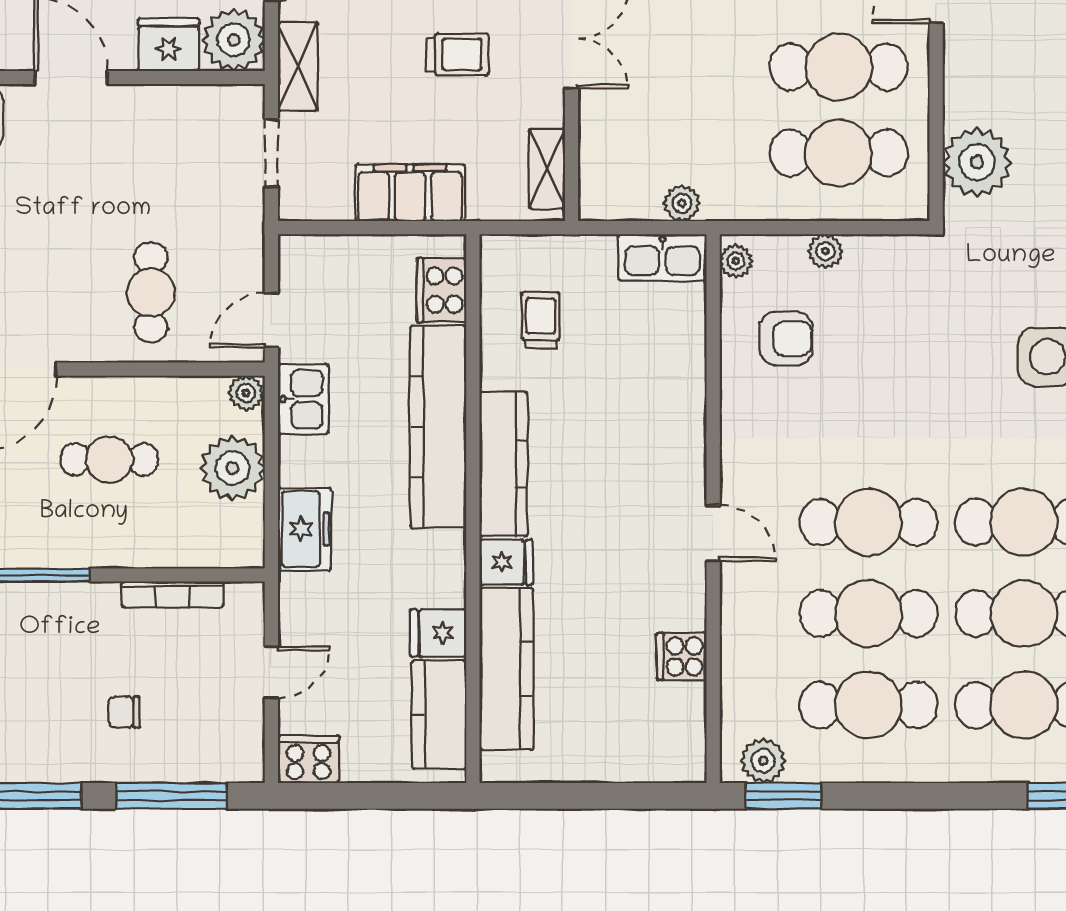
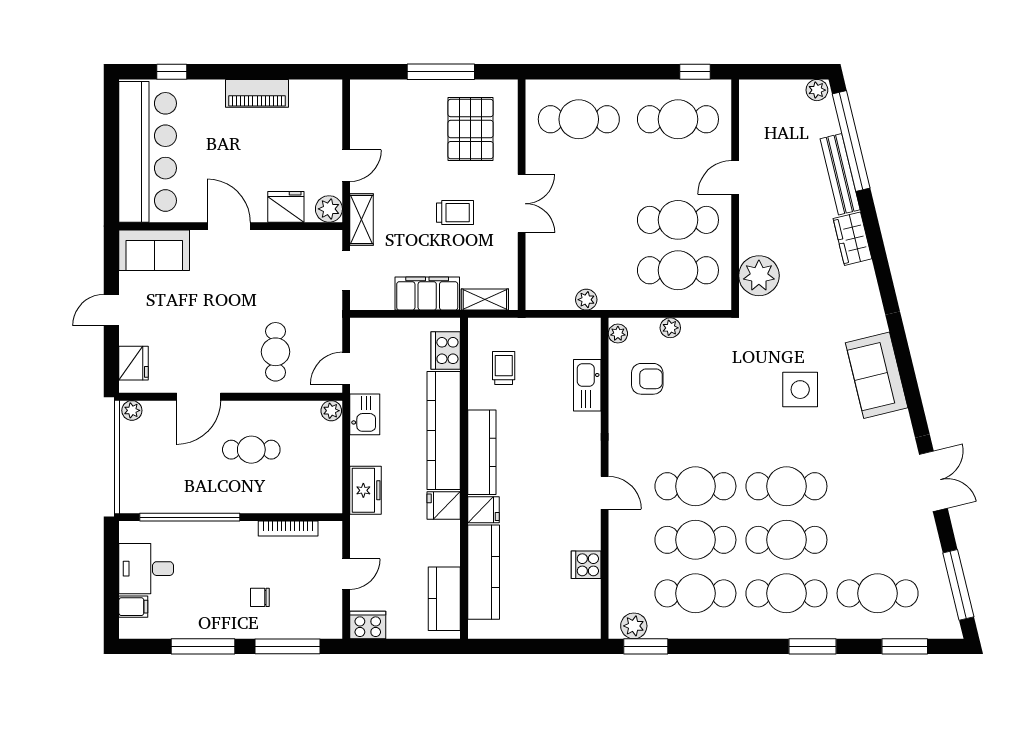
plant: (234, 40) -> (329, 209), width x0.73, depth x0.73
shelving: (547, 169) -> (485, 300), moved, turned 90
kitchen sink: (662, 257) -> (587, 385), moved, turned 90
plant: (233, 468) -> (323, 455), removed
fridge: (438, 633) -> (444, 506), moved

